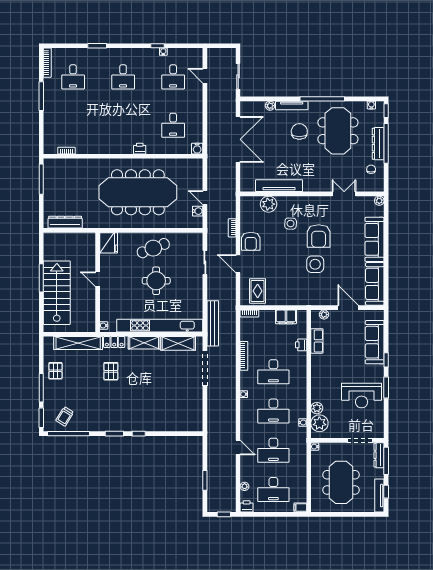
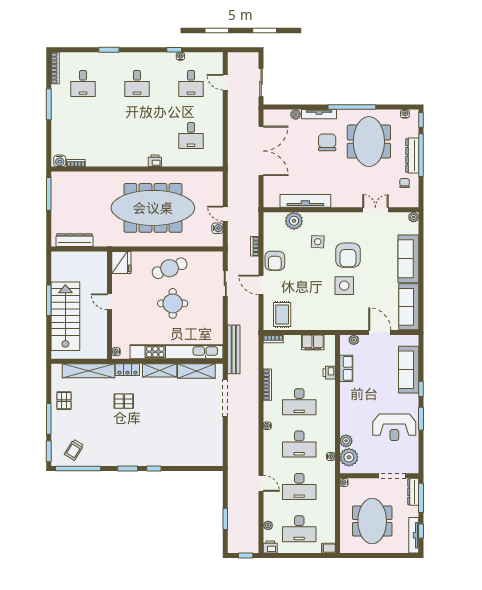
water cooler: (197, 149) -> (60, 161), moved
pallet: (111, 371) -> (124, 401), turned 90

